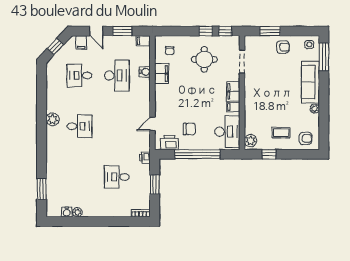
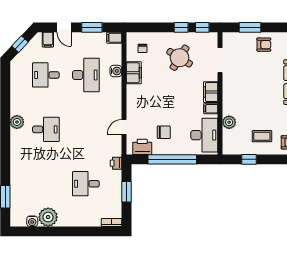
round table: (204, 59) -> (180, 58), turned 32
plant: (250, 141) -> (229, 122), moved
plant: (77, 212) -> (48, 217), width x1.87, depth x1.87

